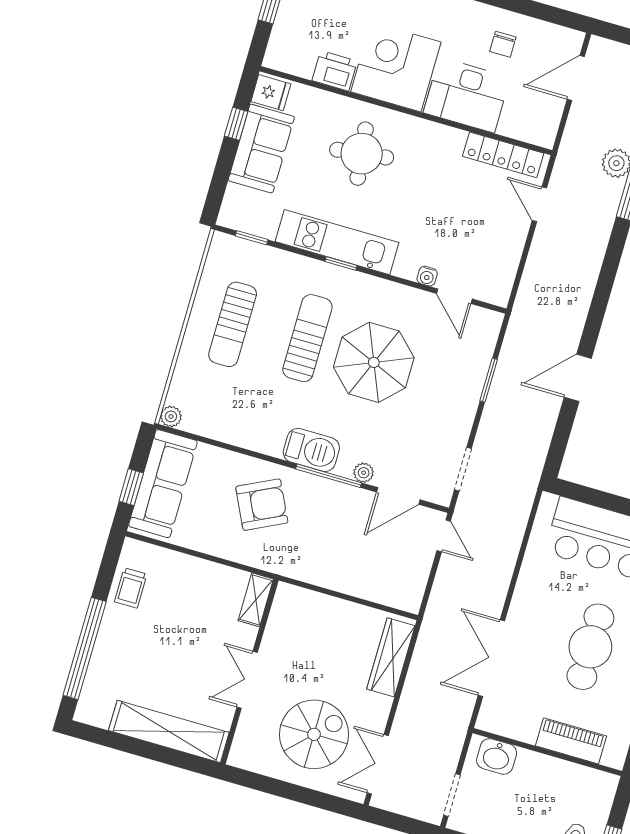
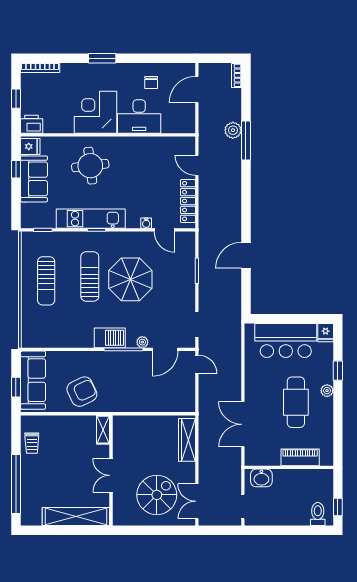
printer: (335, 71) -> (32, 124), moved
locker: (503, 155) -> (188, 201), moved, turned 90
plant: (171, 416) -> (27, 342), removed
armchair: (262, 505) -> (82, 392), moved

